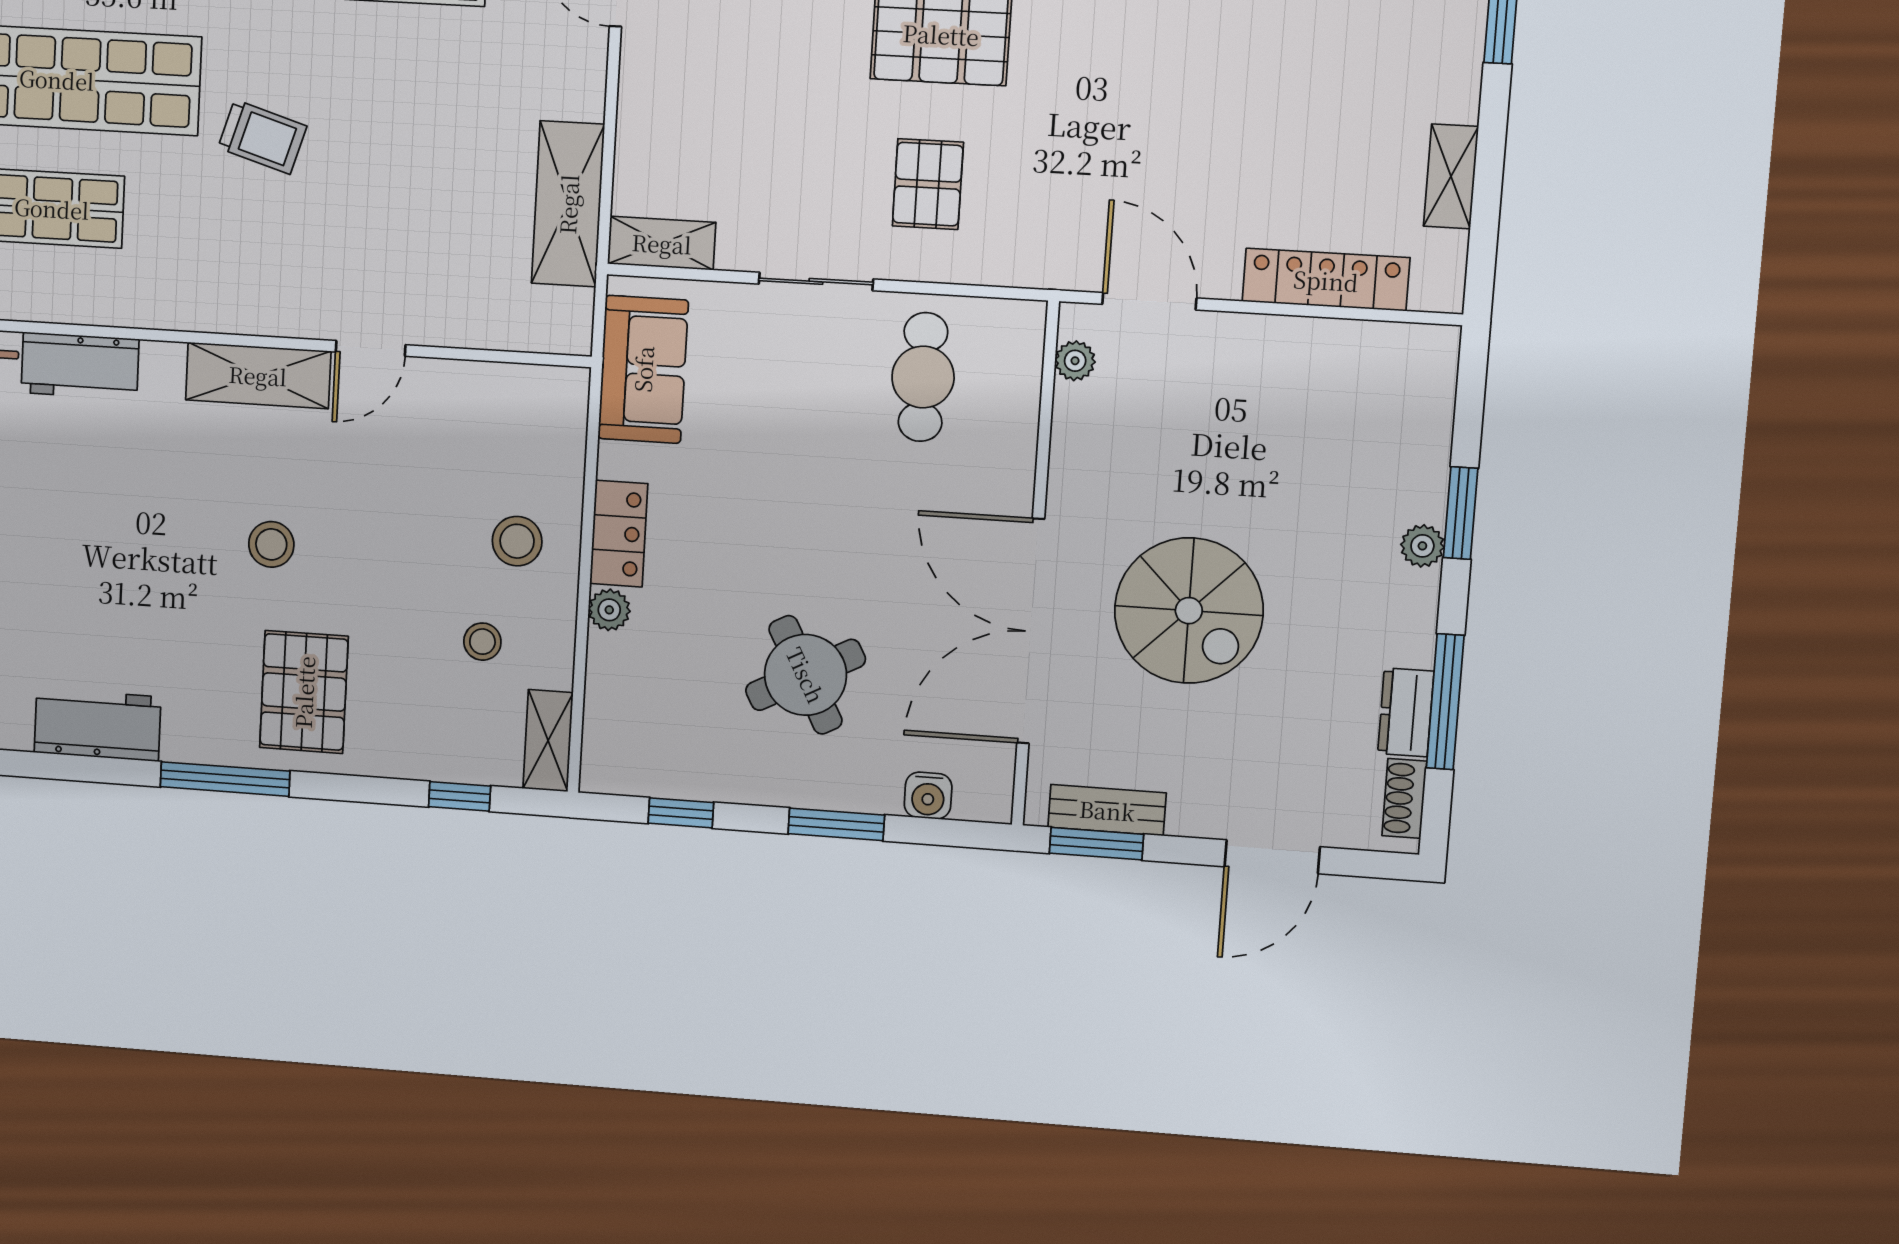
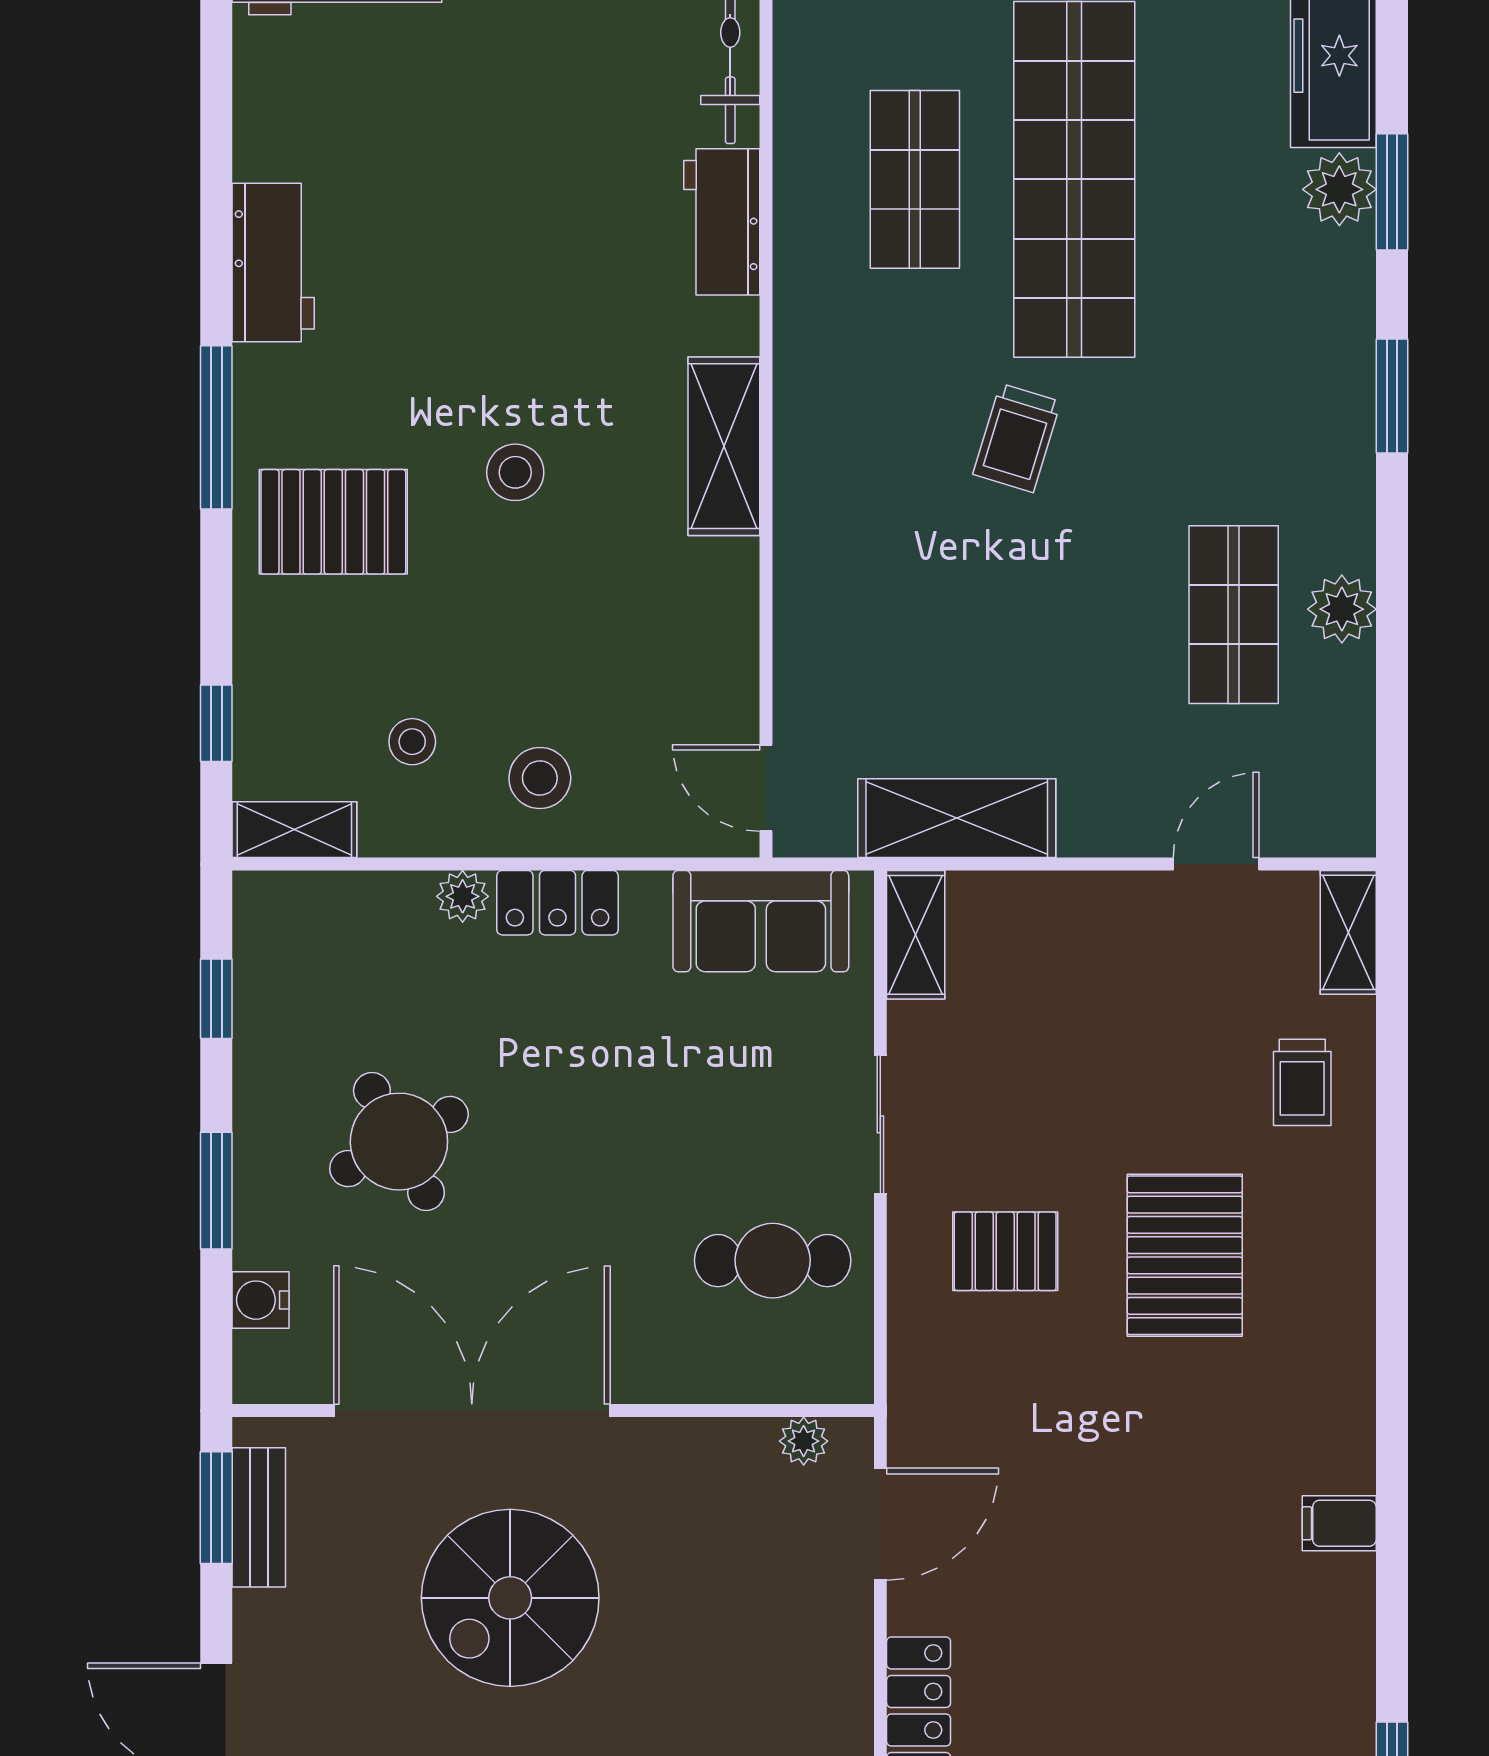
door: (371, 348) -> (766, 788), moved

